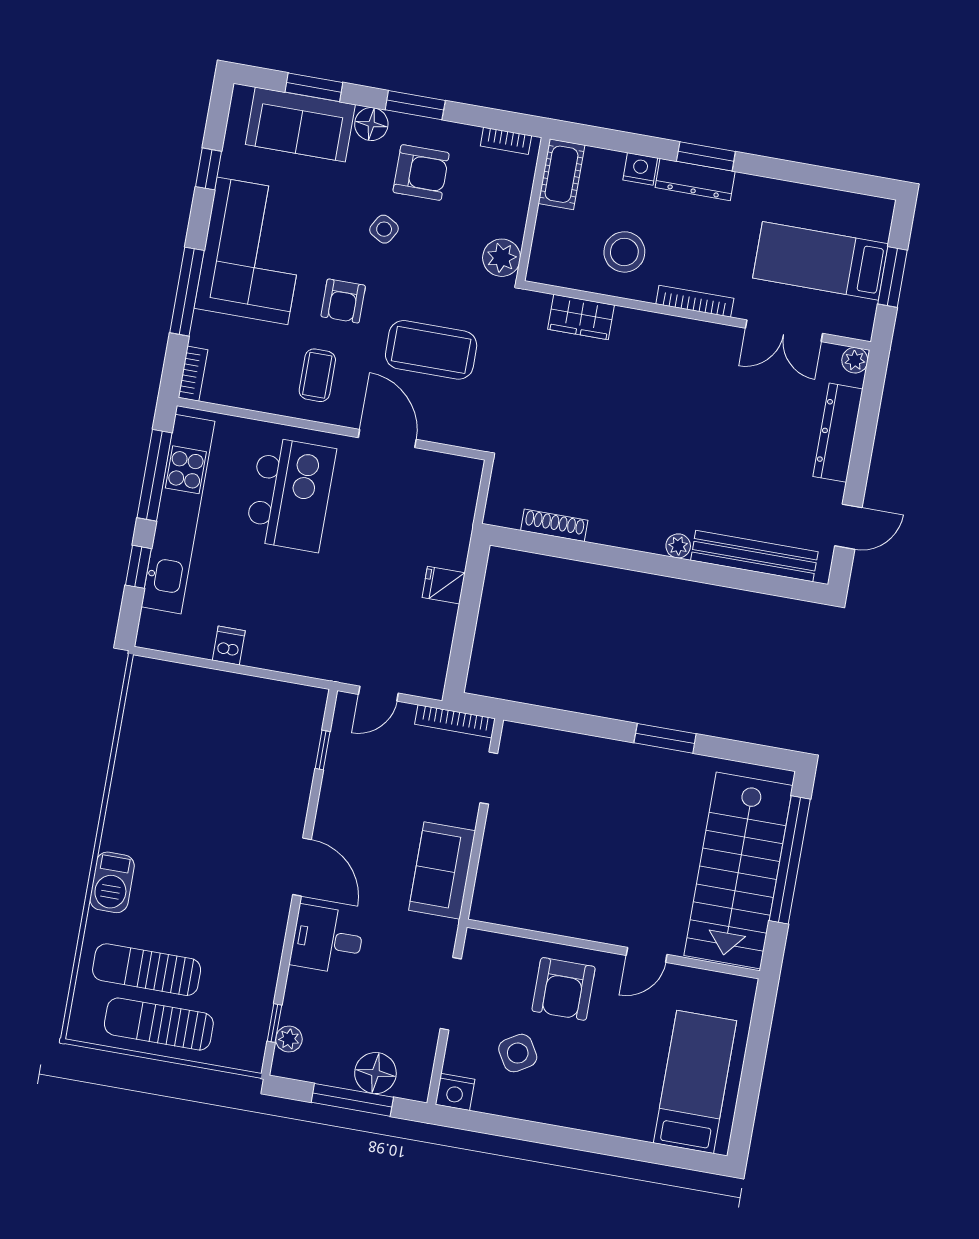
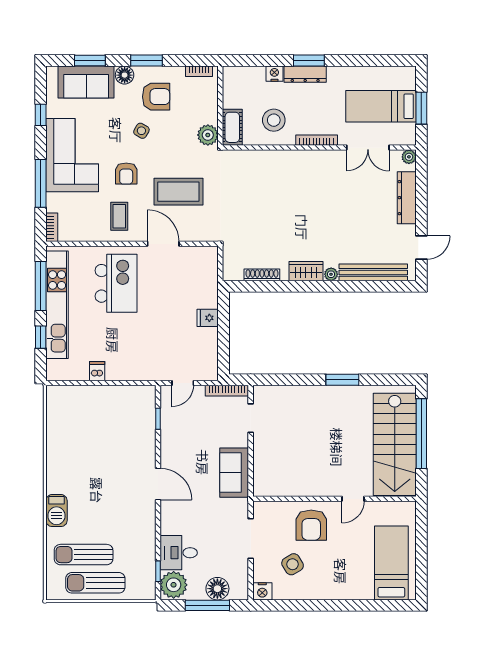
cot: (561, 174) -> (232, 127), moved
wardrobe: (581, 317) -> (306, 271), moved, turned 180
desk: (327, 940) -> (179, 553), moved
plant: (289, 1039) -> (174, 585), width x1.88, depth x1.88

